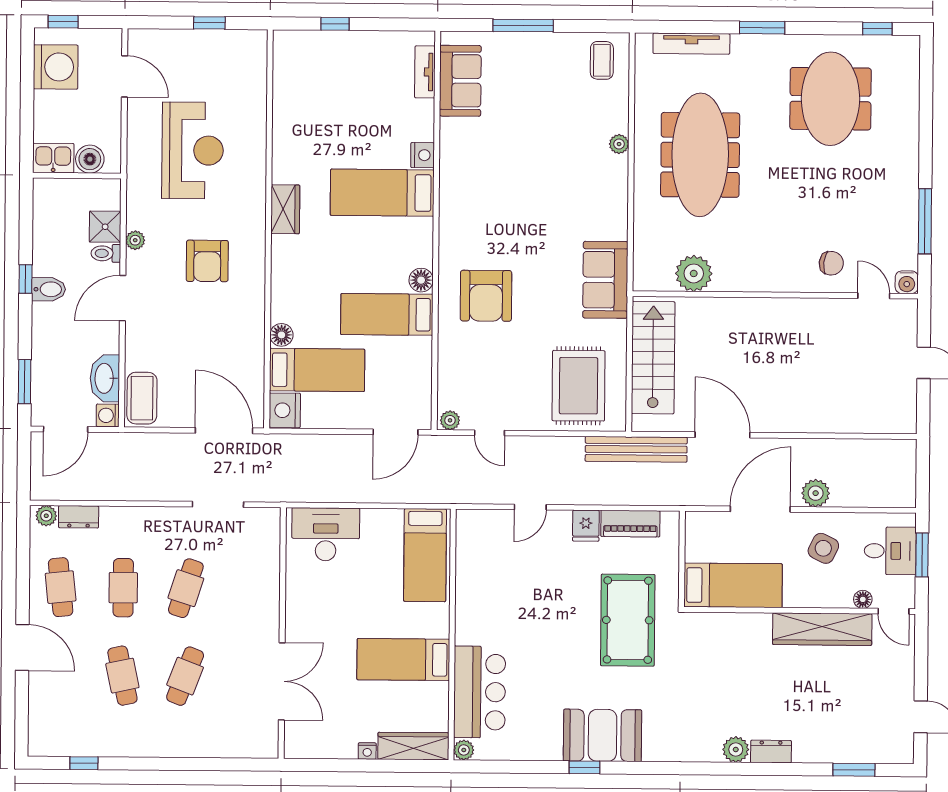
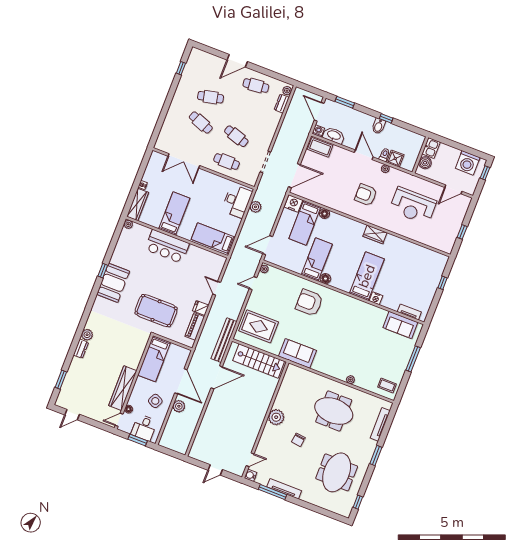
meeting table: (831, 99) -> (337, 472), turned 90
meeting table: (700, 155) -> (334, 411), width x0.73
tv unit: (908, 199) -> (284, 489), added
chair: (831, 263) -> (298, 440), moved
plant: (694, 273) -> (276, 417), moved
door: (395, 432) -> (268, 245), hinge flipped
plant: (323, 489) -> (255, 207), added
cafe table: (123, 588) -> (227, 162), moved
bar counter: (480, 692) -> (167, 246), moved

